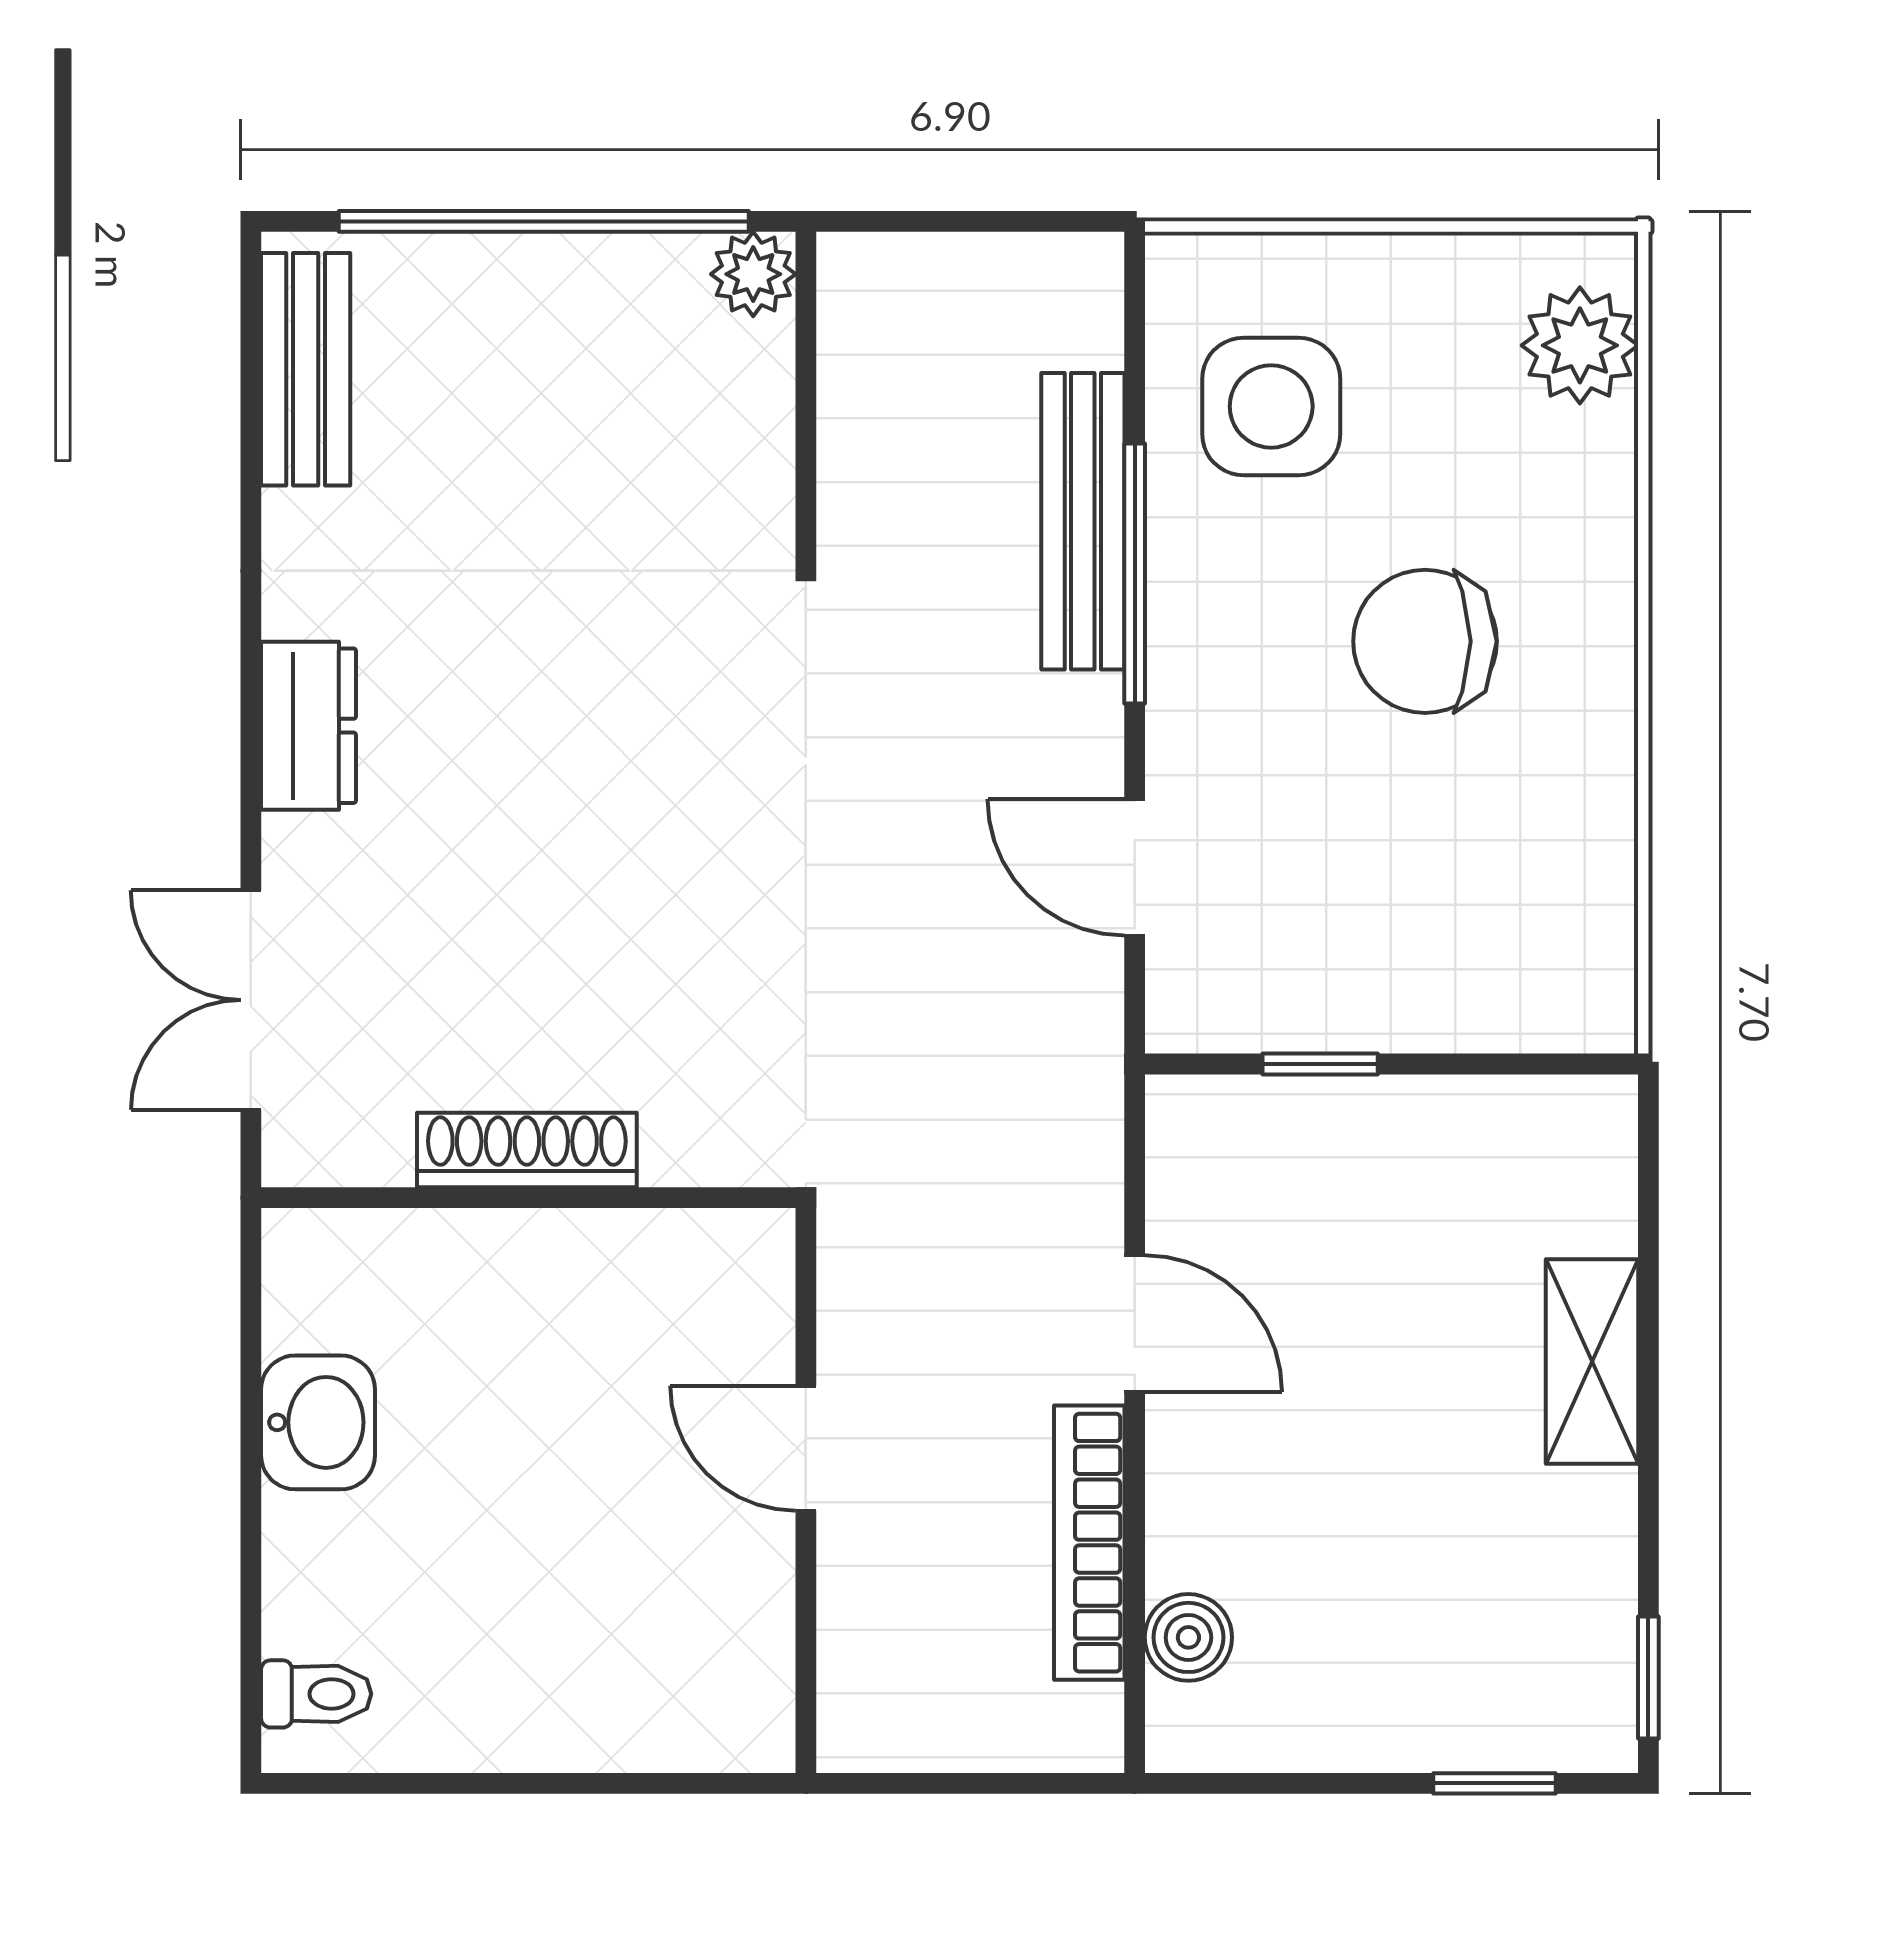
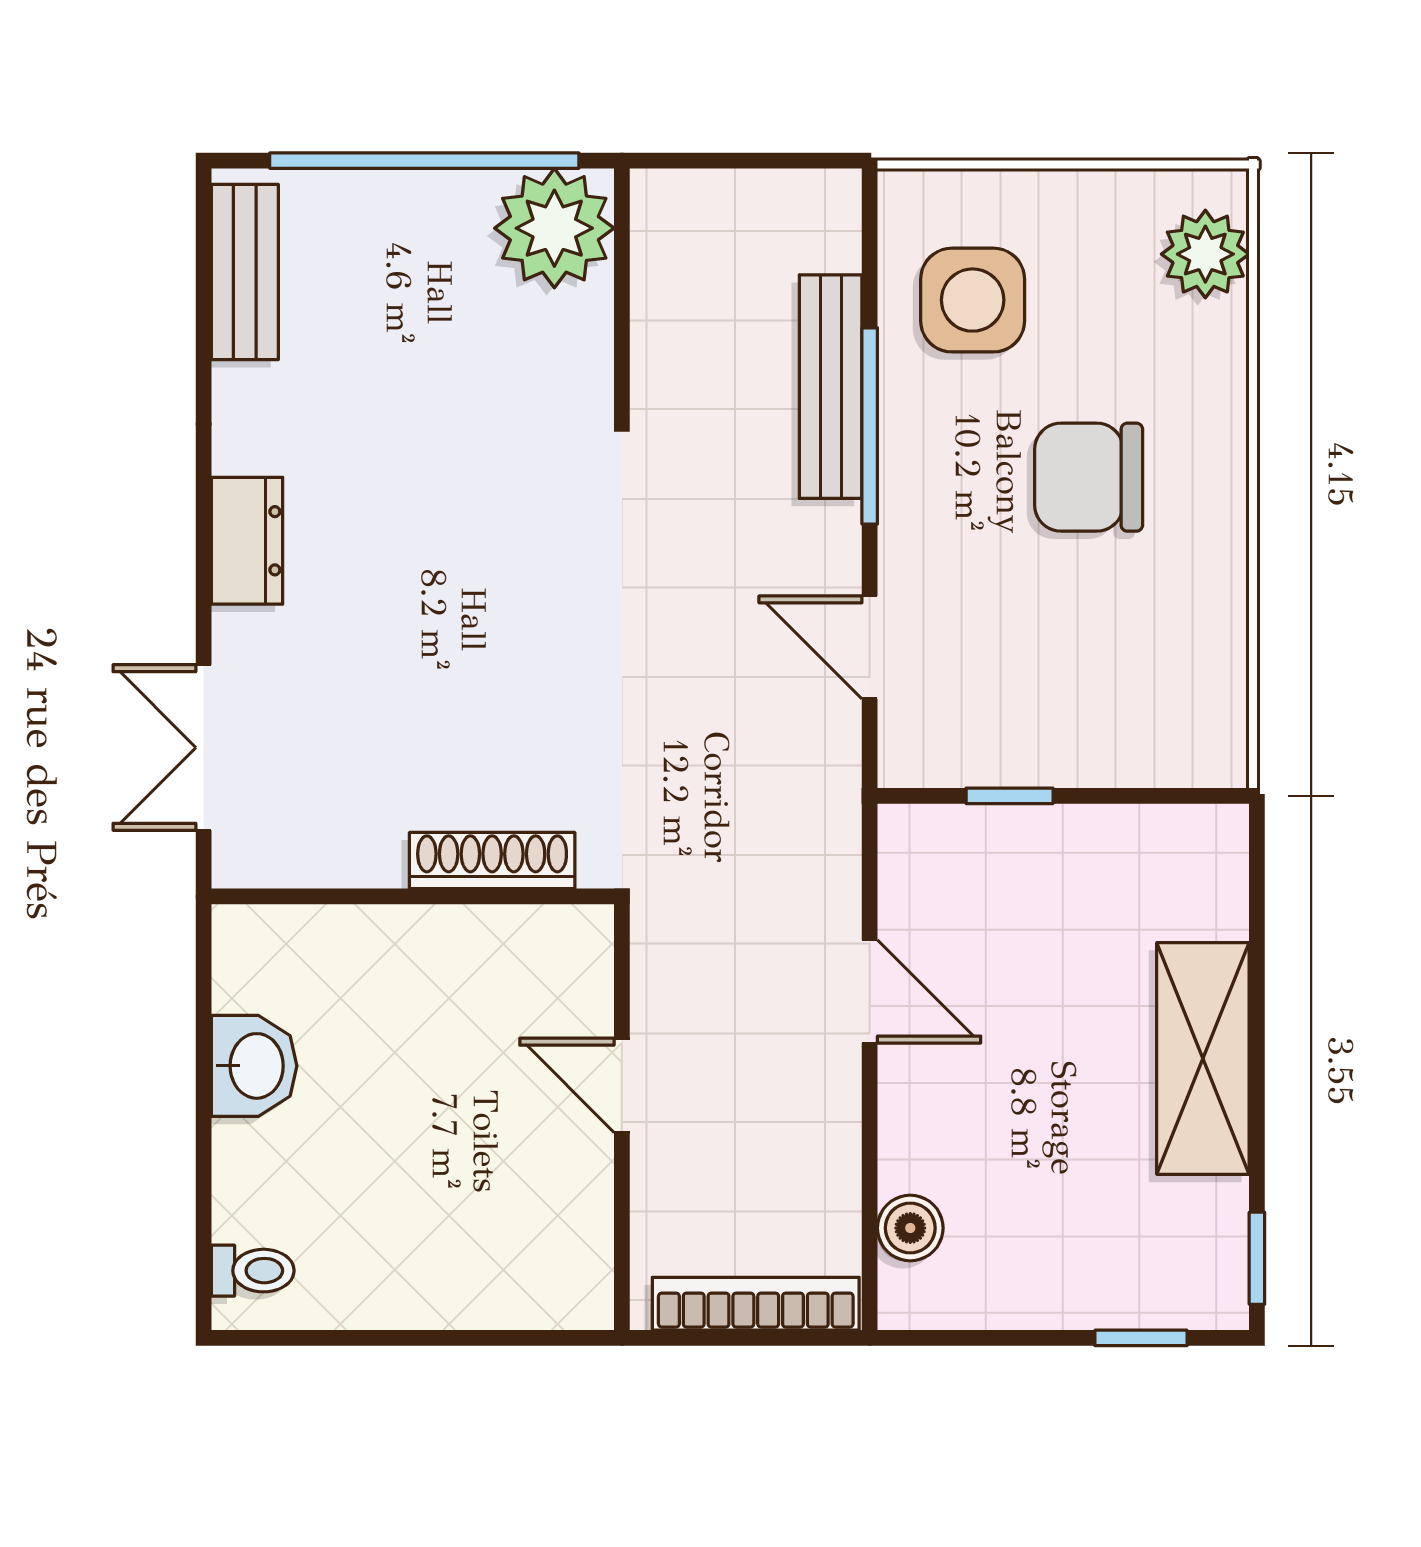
plant: (753, 274) -> (554, 228), width x1.87, depth x1.87
shoe rack: (527, 1150) -> (492, 861), moved
shelving: (1592, 1361) -> (1203, 1059), width x1.50, depth x1.33
bookcase: (1089, 1543) -> (756, 1304), moved, turned 90

